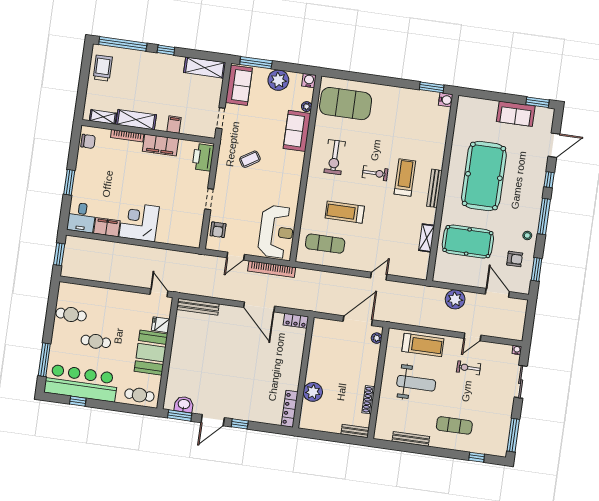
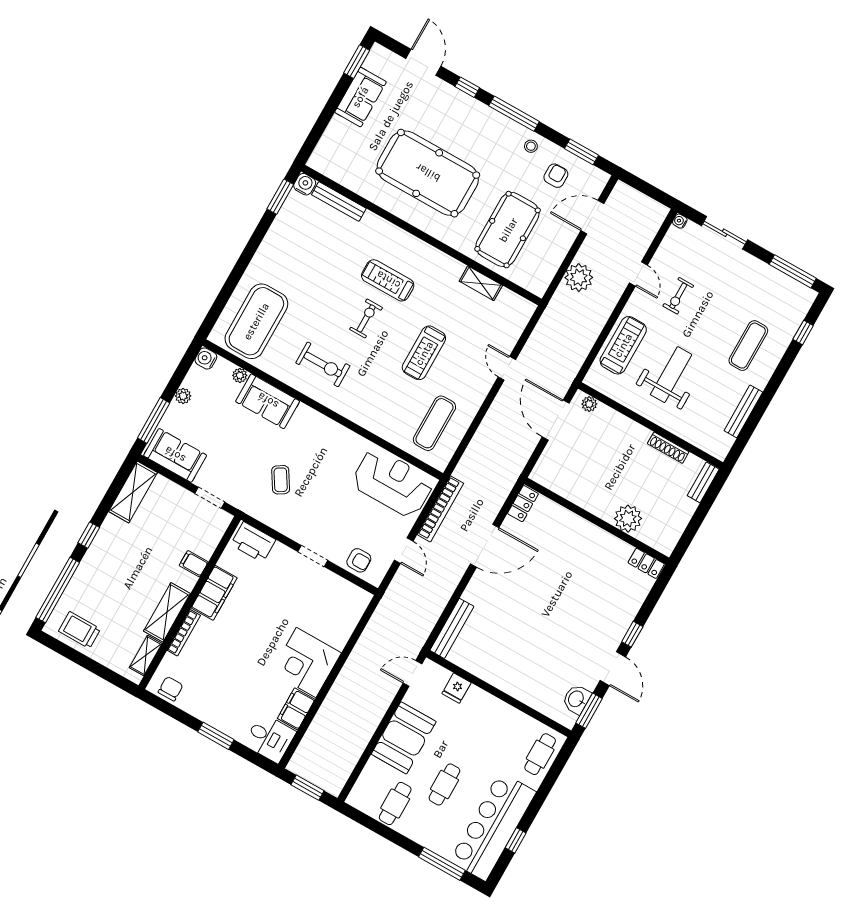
plant: (278, 80) -> (183, 396), width x0.53, depth x0.53
bench: (435, 188) -> (339, 201), moved
treadmill: (345, 212) -> (424, 353), moved
booth: (151, 353) -> (404, 738), moved, turned 90
locker: (290, 409) -> (646, 563), width x0.66

